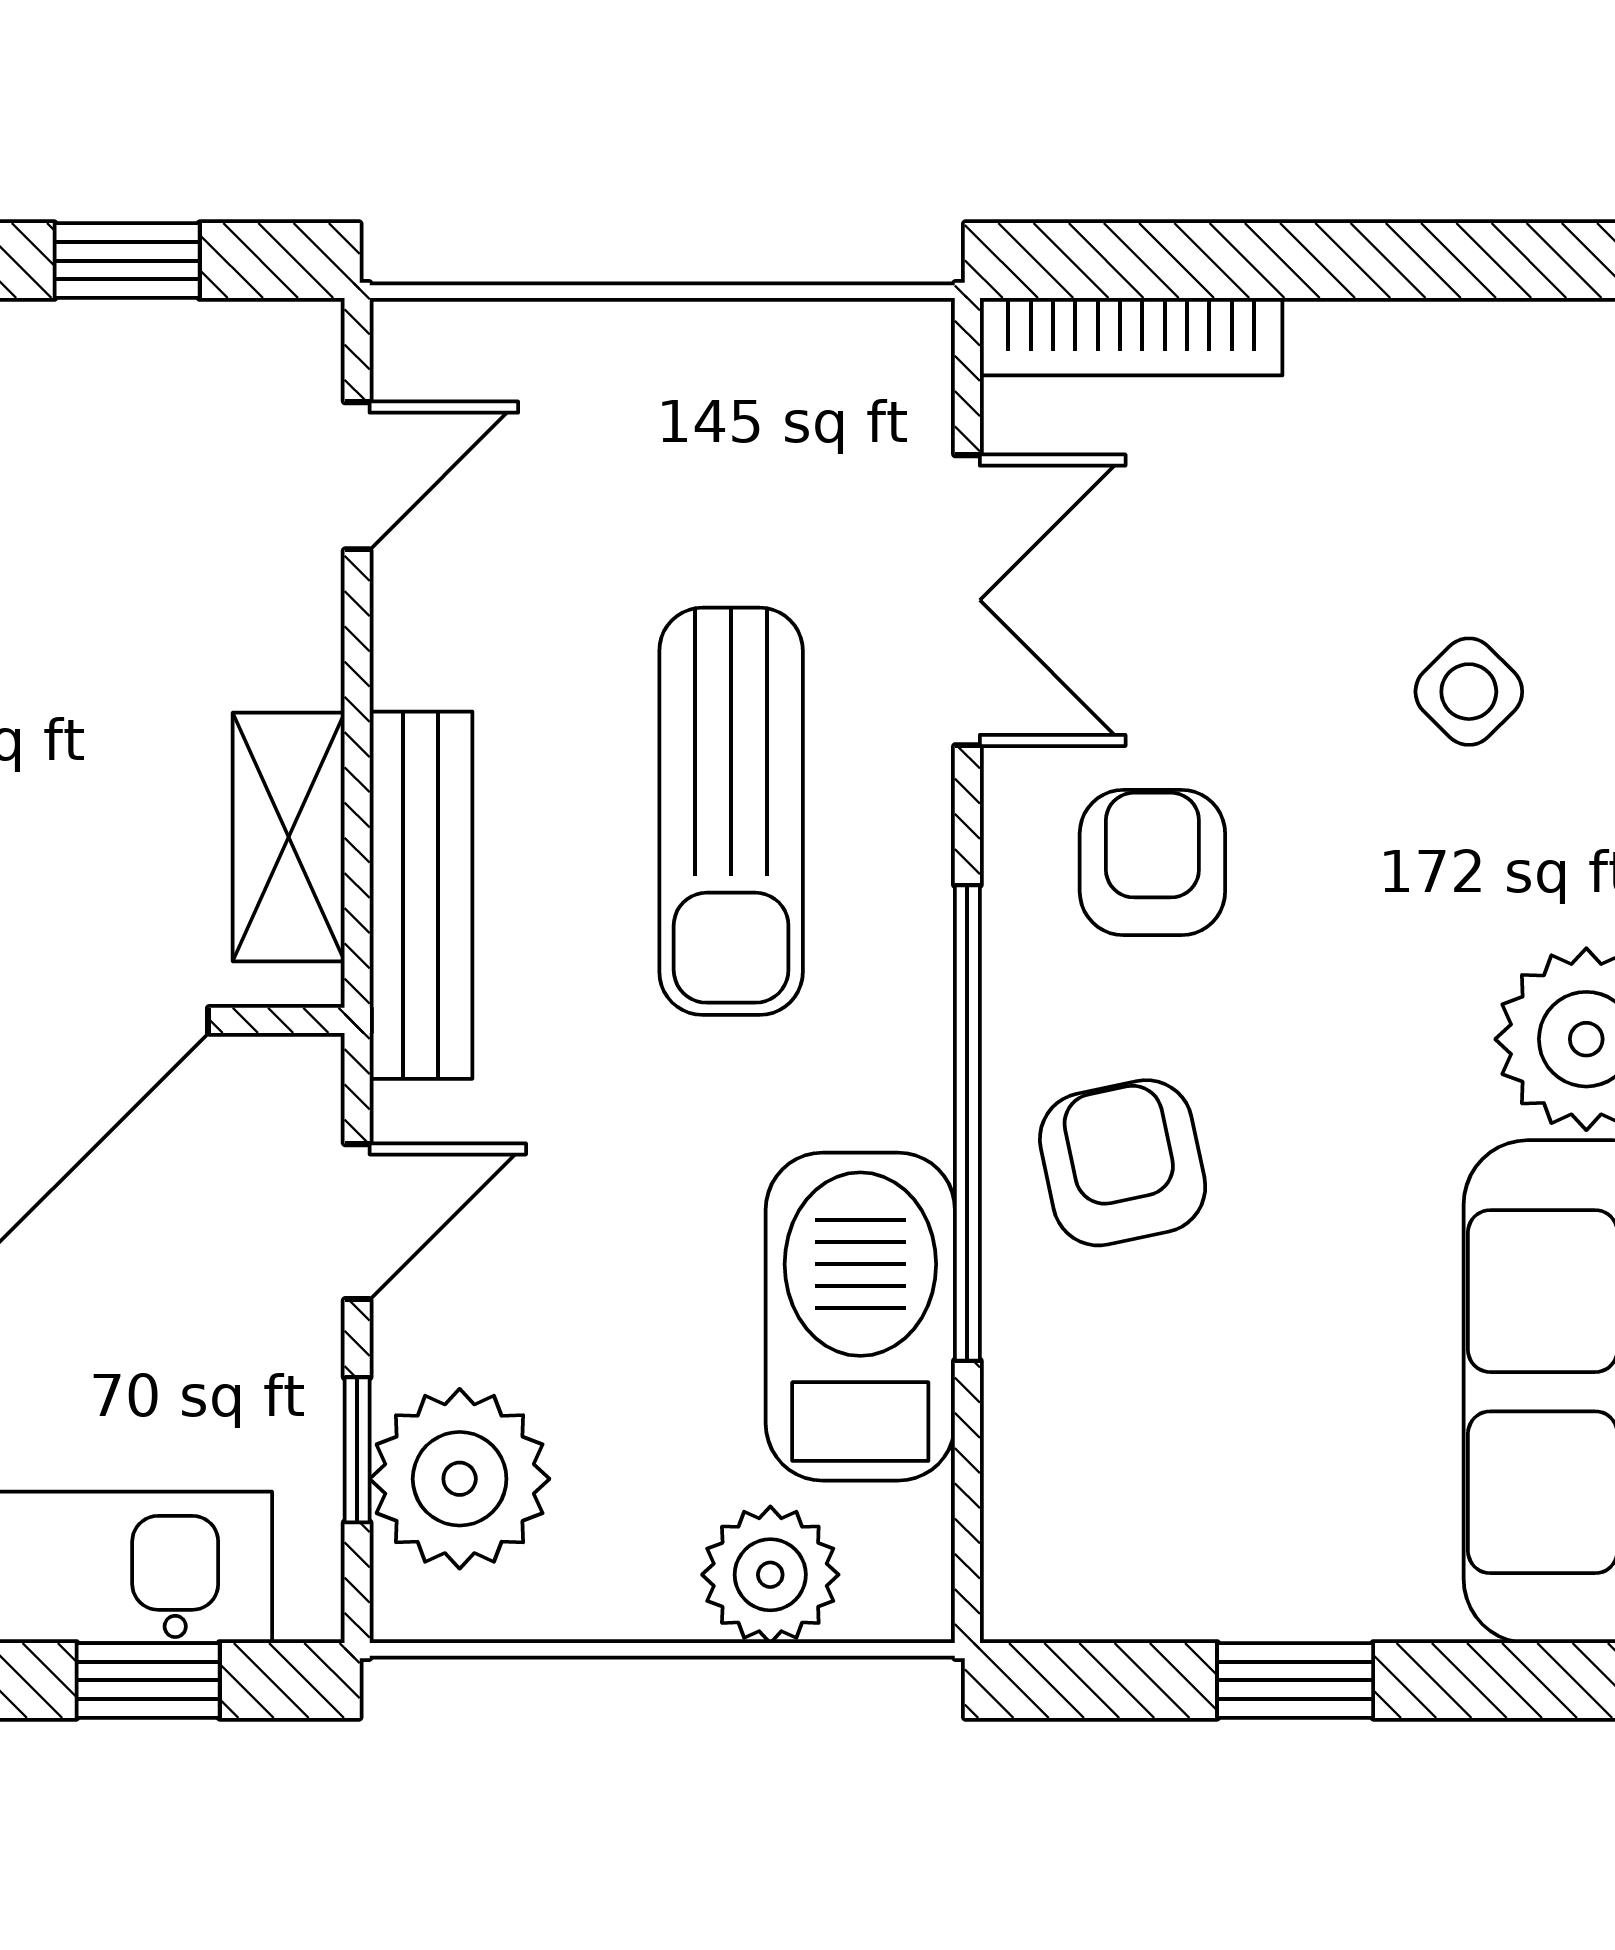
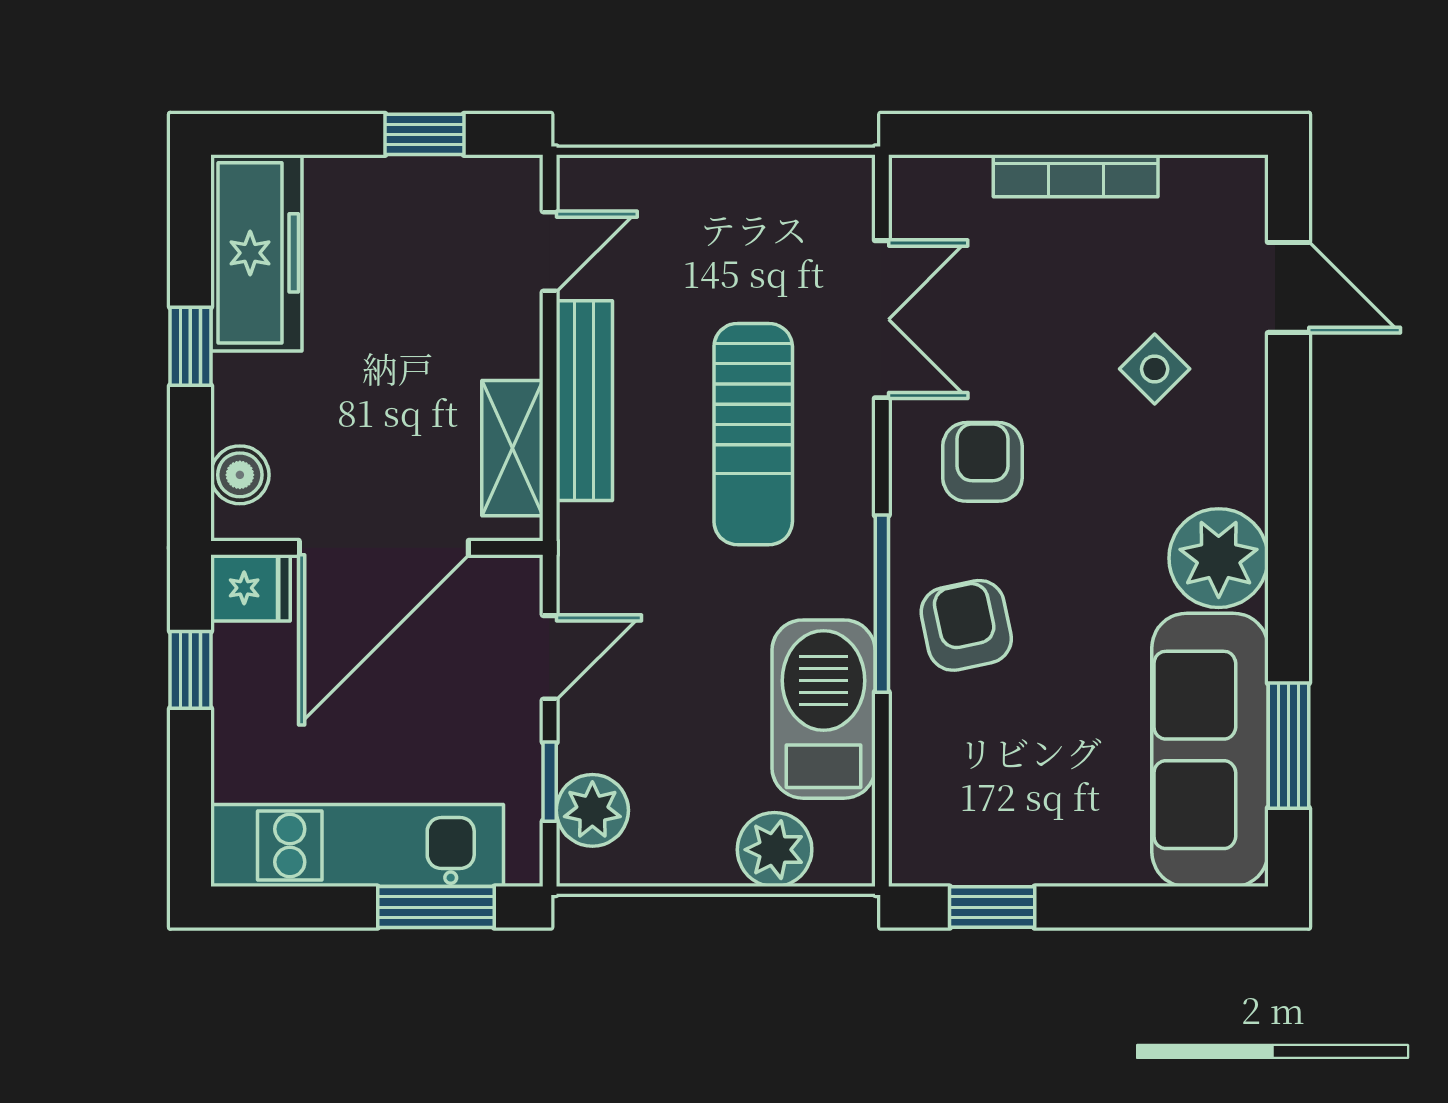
bookcase: (1131, 337) -> (1076, 176), moved
bench: (421, 895) -> (584, 401), moved
window: (967, 1123) -> (882, 604), width x0.68
plant: (460, 1479) -> (592, 810), width x0.73, depth x0.73
window: (148, 1680) -> (436, 907), width x1.50
window: (1295, 1680) -> (992, 907), moved

